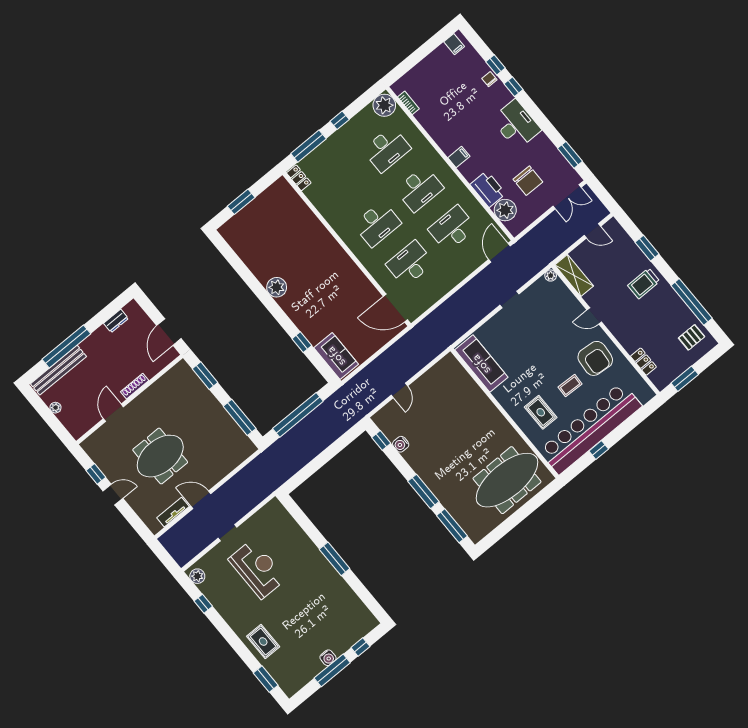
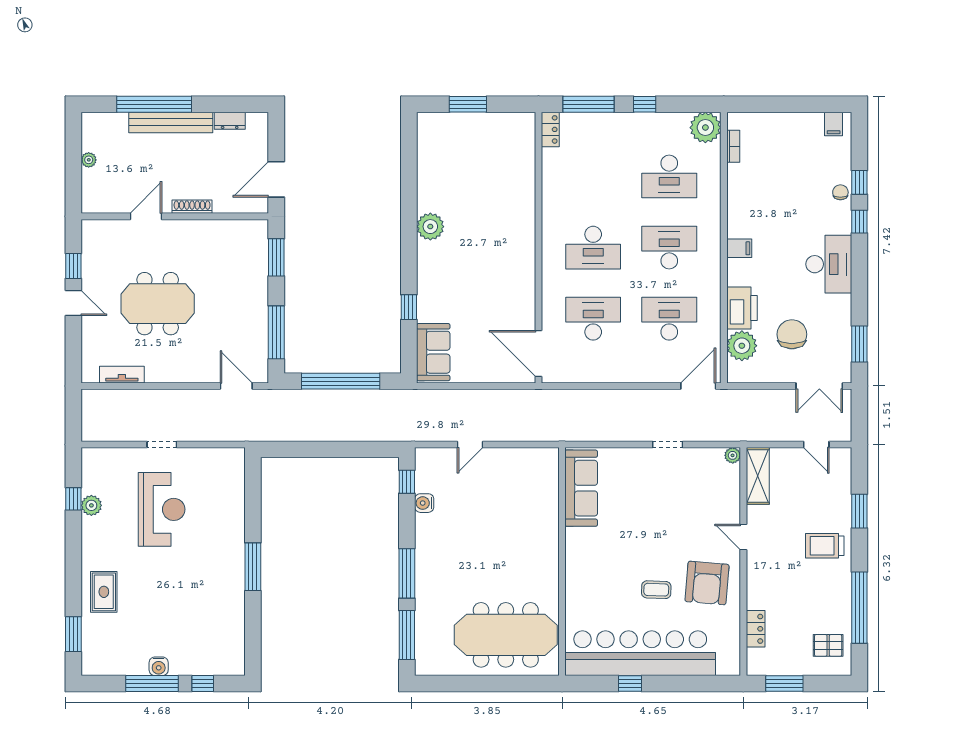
chair: (528, 181) -> (792, 334), turned 180
desk: (419, 189) -> (669, 248), turned 180
bench: (58, 370) -> (171, 122), moved
rug: (541, 412) -> (601, 592), removed
door: (201, 500) -> (236, 386), moved
plant: (197, 576) -> (91, 505), moved

